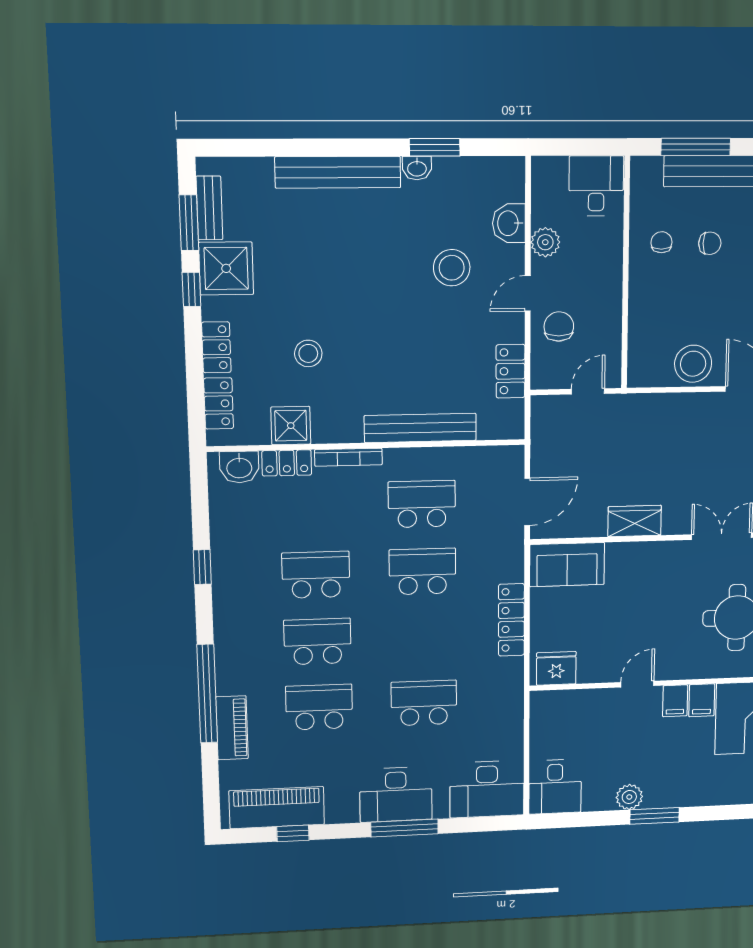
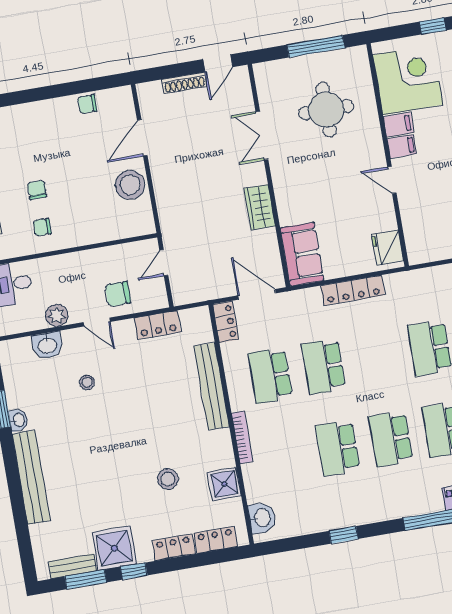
stool: (452, 268) -> (87, 382), width x0.53, depth x0.53
door: (588, 391) -> (164, 263), hinge flipped
locker: (287, 463) -> (226, 322), moved

